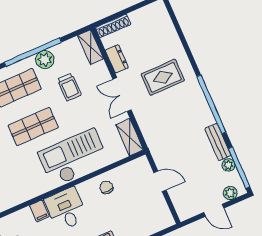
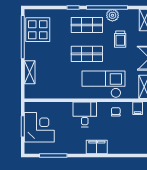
filing cabinet: (39, 211) -> (138, 108), moved

